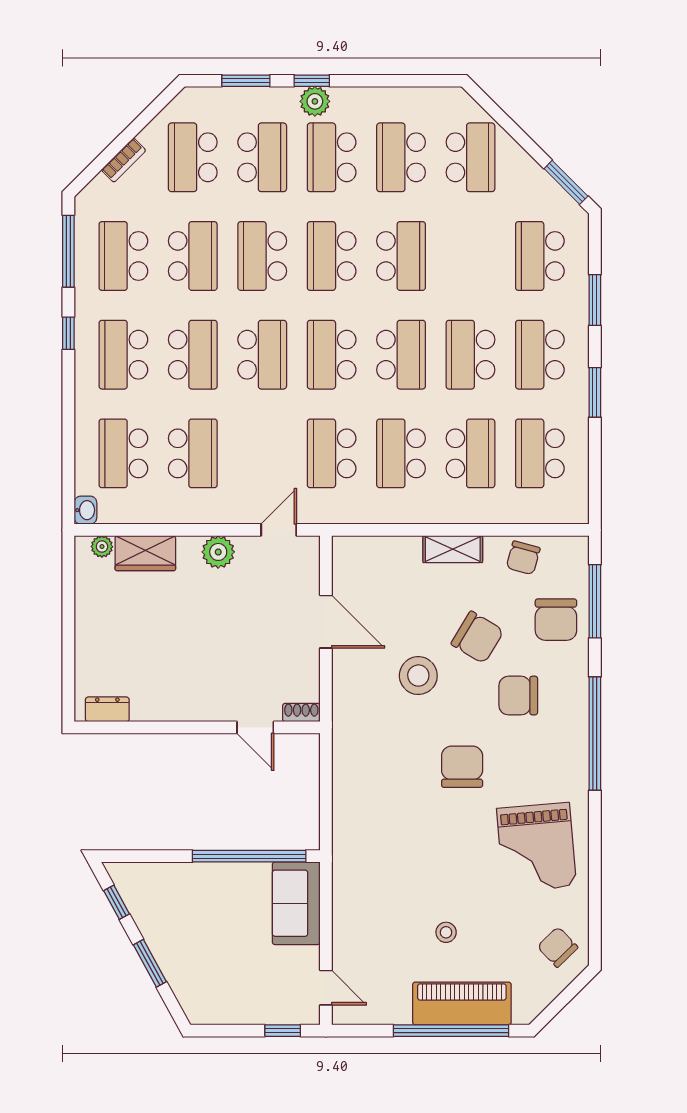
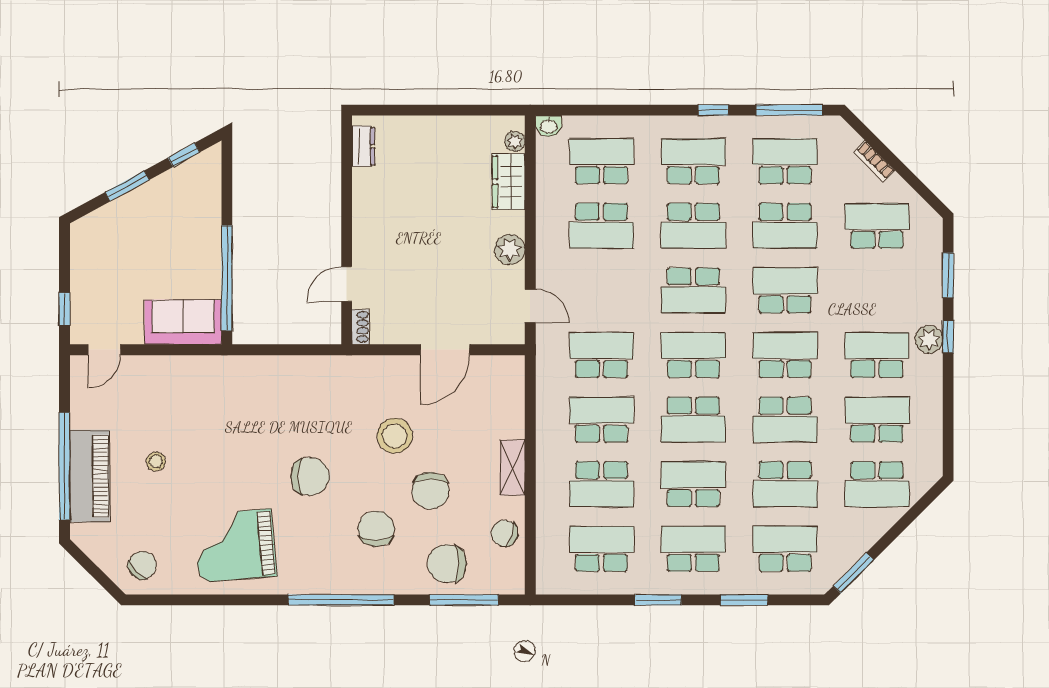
school desk: (262, 157) -> (785, 484), moved
chair: (477, 637) -> (430, 491), turned -31

